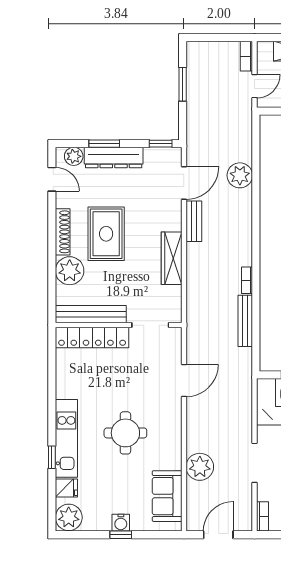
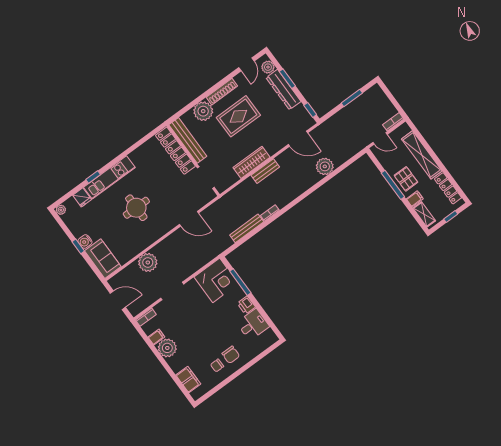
bench: (194, 221) -> (265, 171), moved
sofa: (167, 496) -> (103, 259), moved, turned 90
plant: (69, 517) -> (61, 210), width x0.53, depth x0.53

